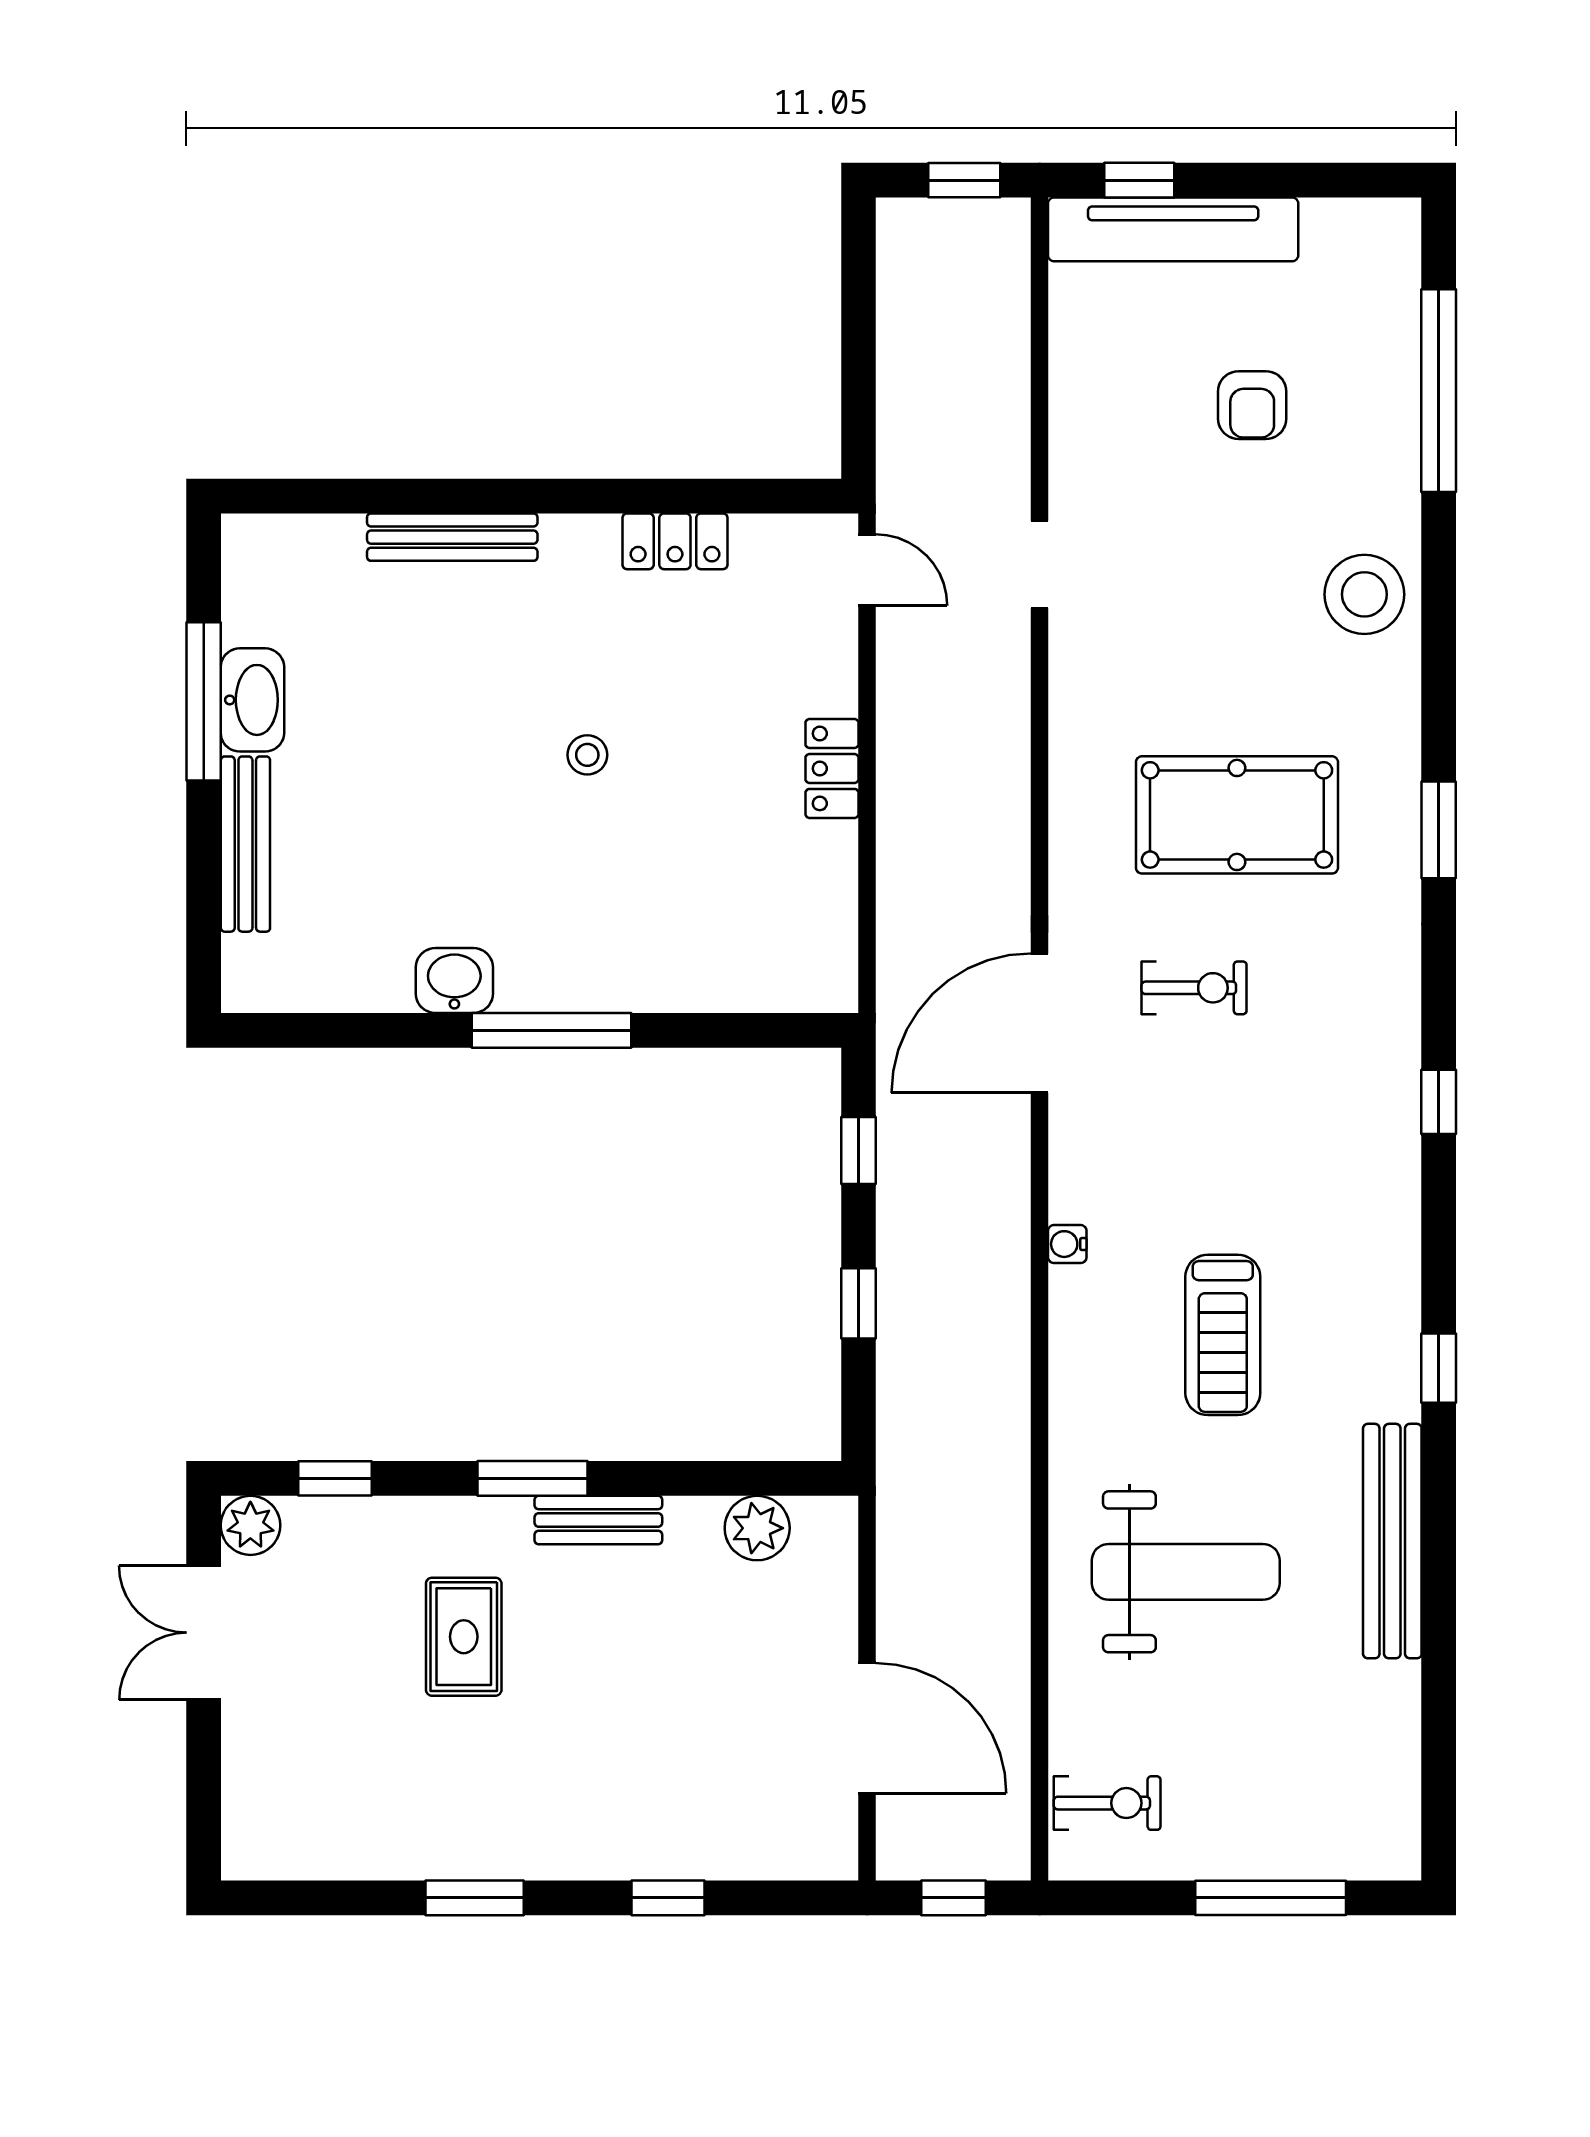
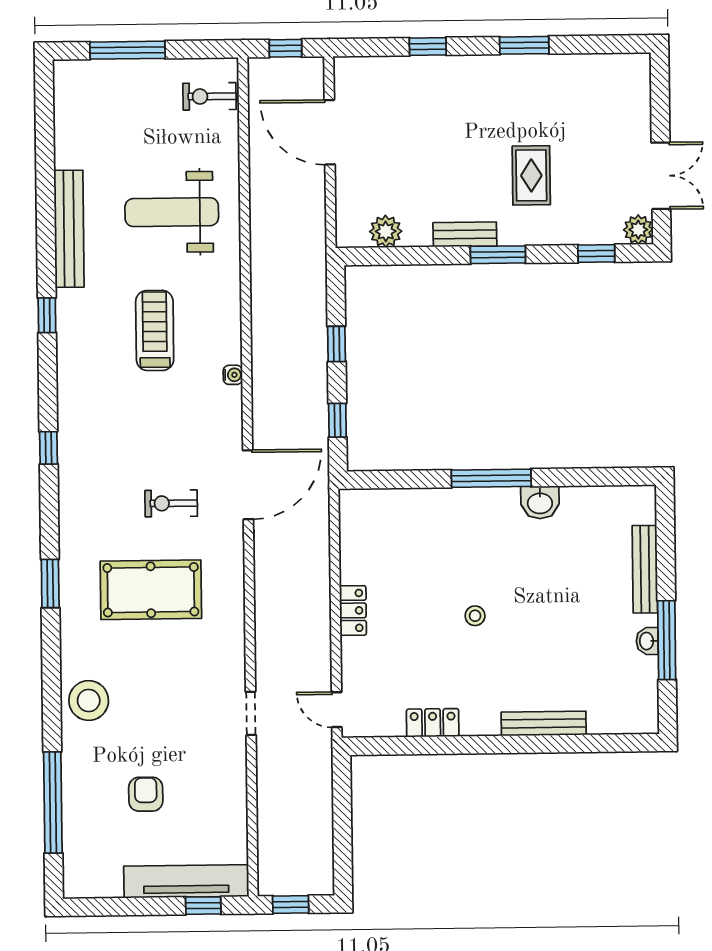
washbasin: (252, 700) -> (647, 641), width x0.52, depth x0.69

